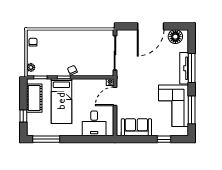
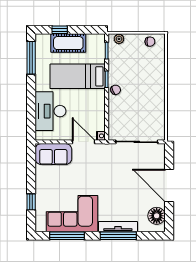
cot: (34, 98) -> (68, 43), moved
desk: (94, 123) -> (50, 111), width x1.37
sofa: (136, 127) -> (53, 154), moved, turned 90

